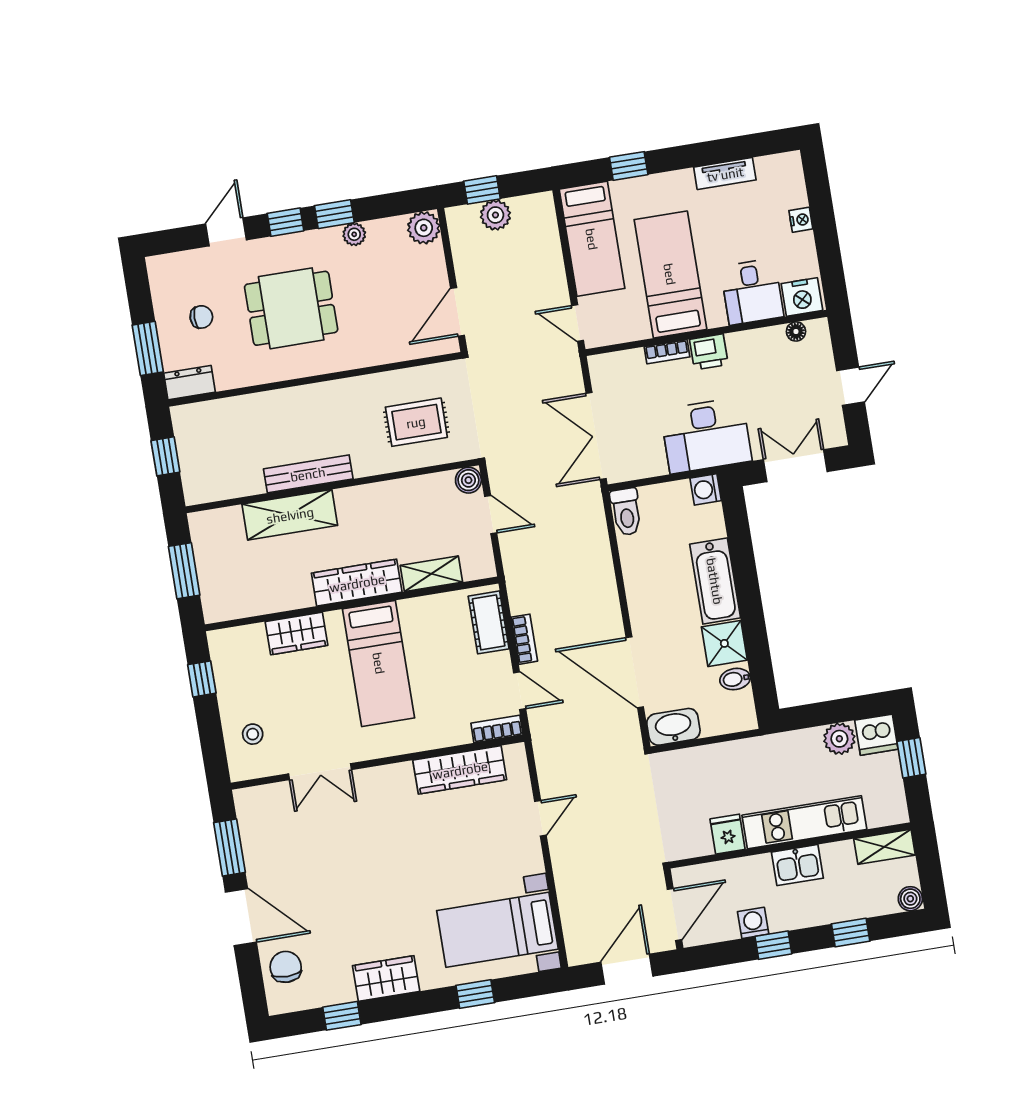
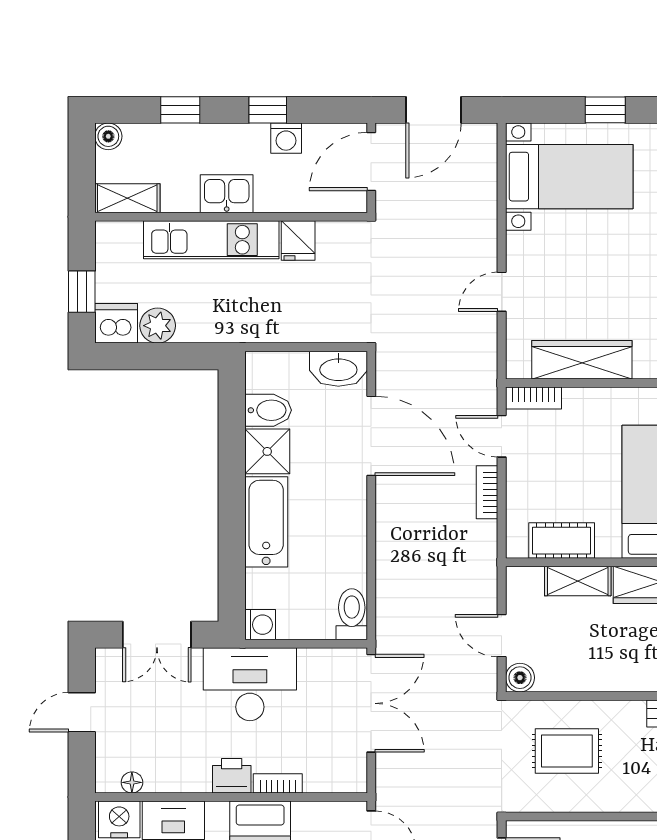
cot: (489, 622) -> (562, 541), moved, turned 90
bidet: (735, 679) -> (268, 410), width x1.38, depth x1.36

